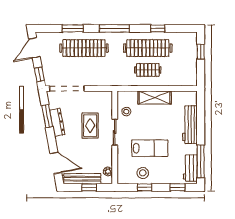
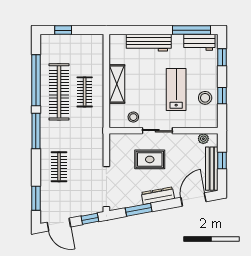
window: (73, 28) -> (36, 198), moved
window: (158, 28) -> (36, 80), width x3.17
clothes rail: (84, 48) -> (59, 167), width x0.54, depth x0.76
dresser: (57, 122) -> (158, 196), moved

